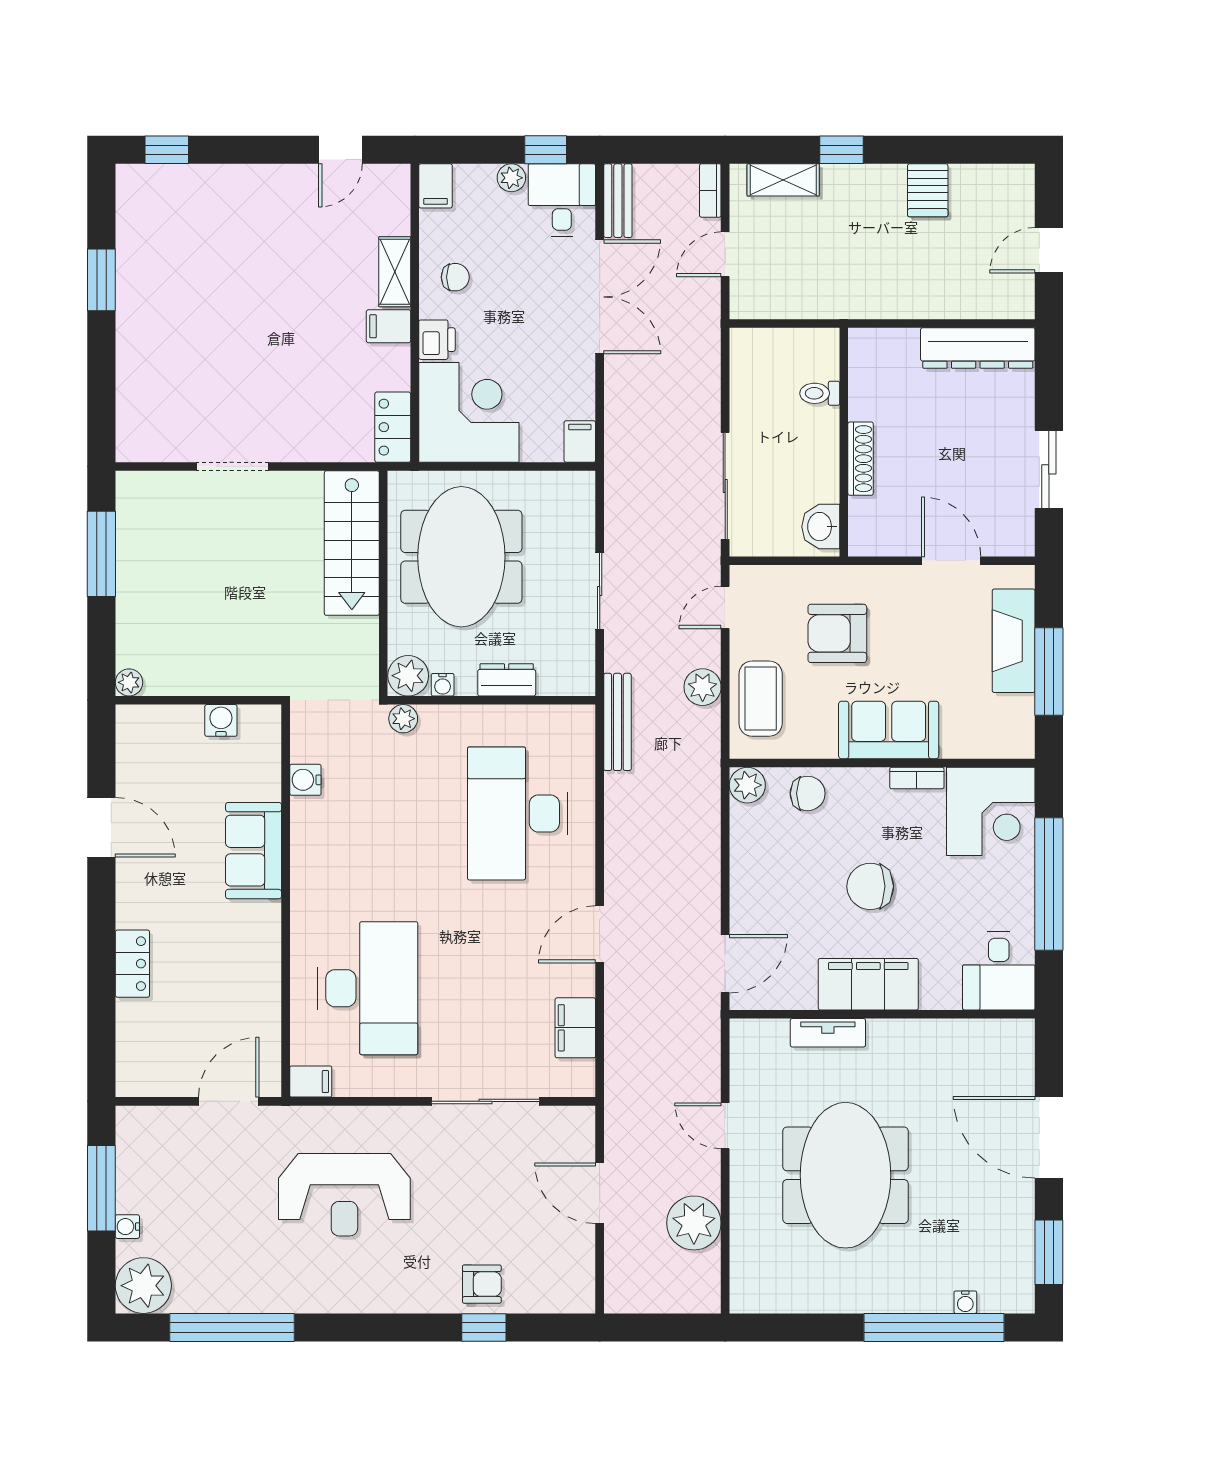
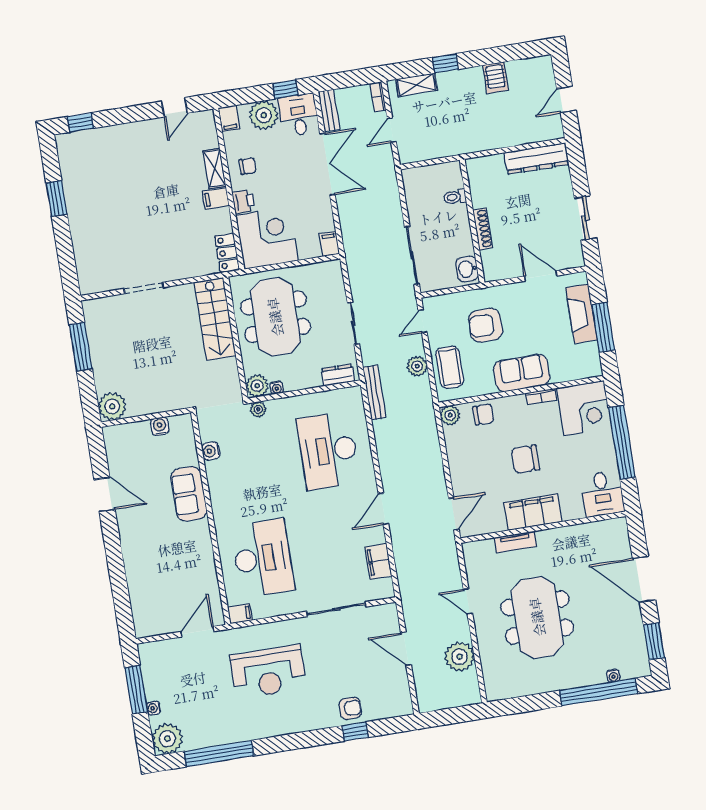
plant: (511, 178) -> (264, 115), width x1.87, depth x1.87
dresser: (507, 680) -> (338, 375), moved
plant: (129, 682) -> (112, 406), width x1.87, depth x1.87
locker: (132, 964) -> (133, 566), removed

